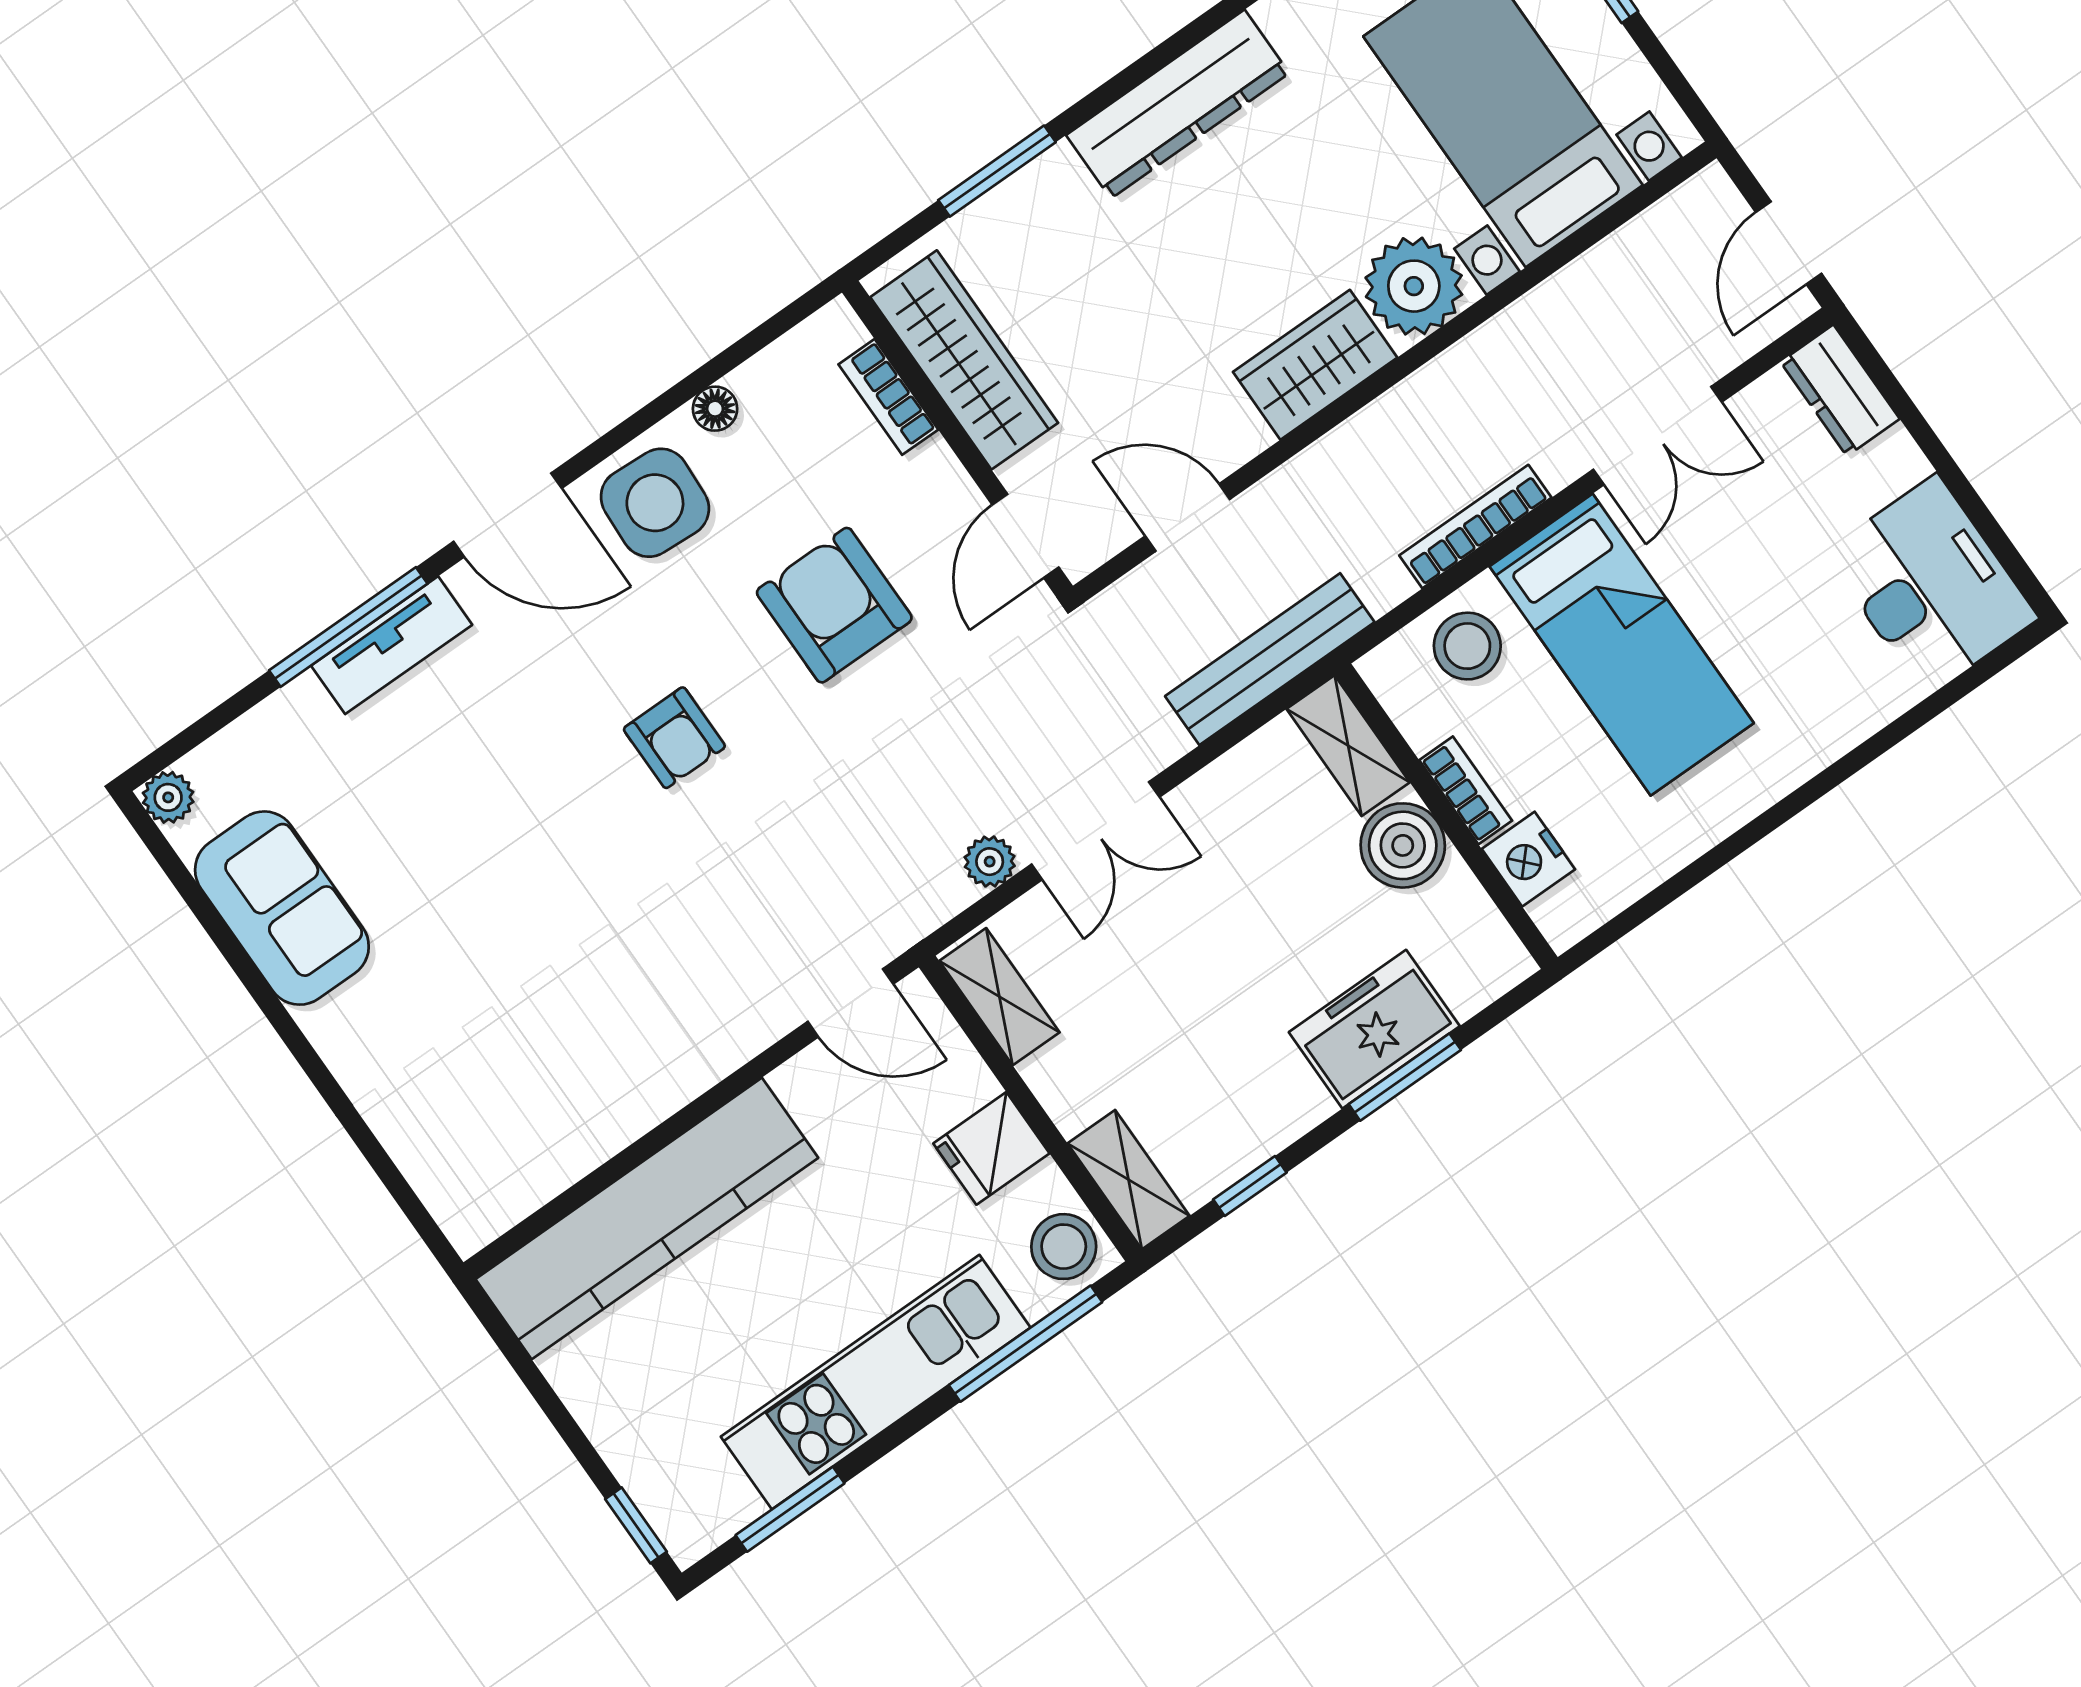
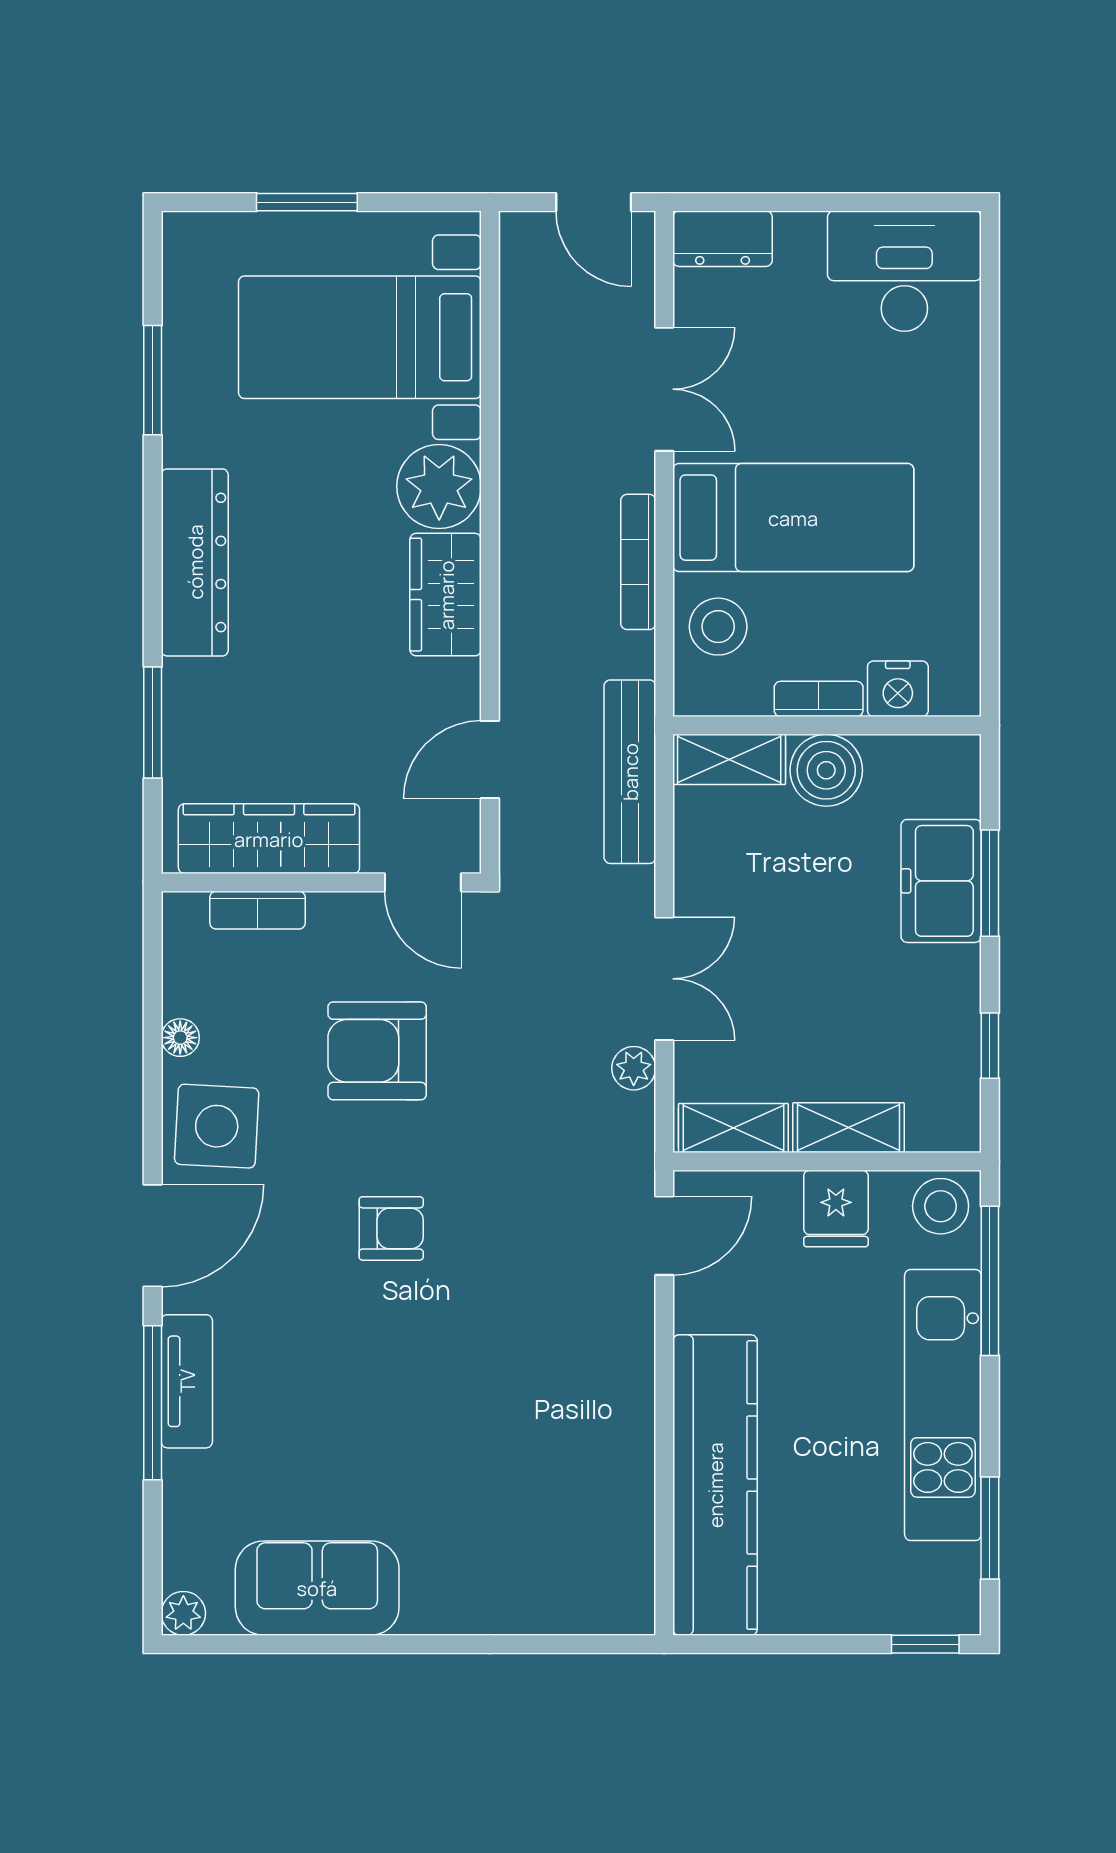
shelving: (1128, 1180) -> (849, 1128), moved

